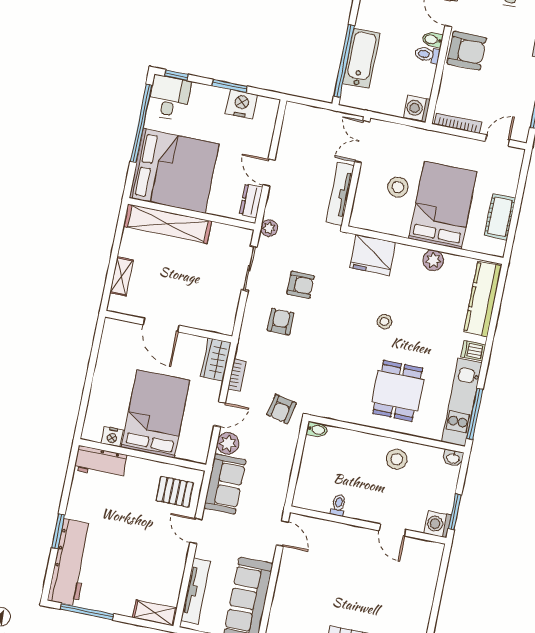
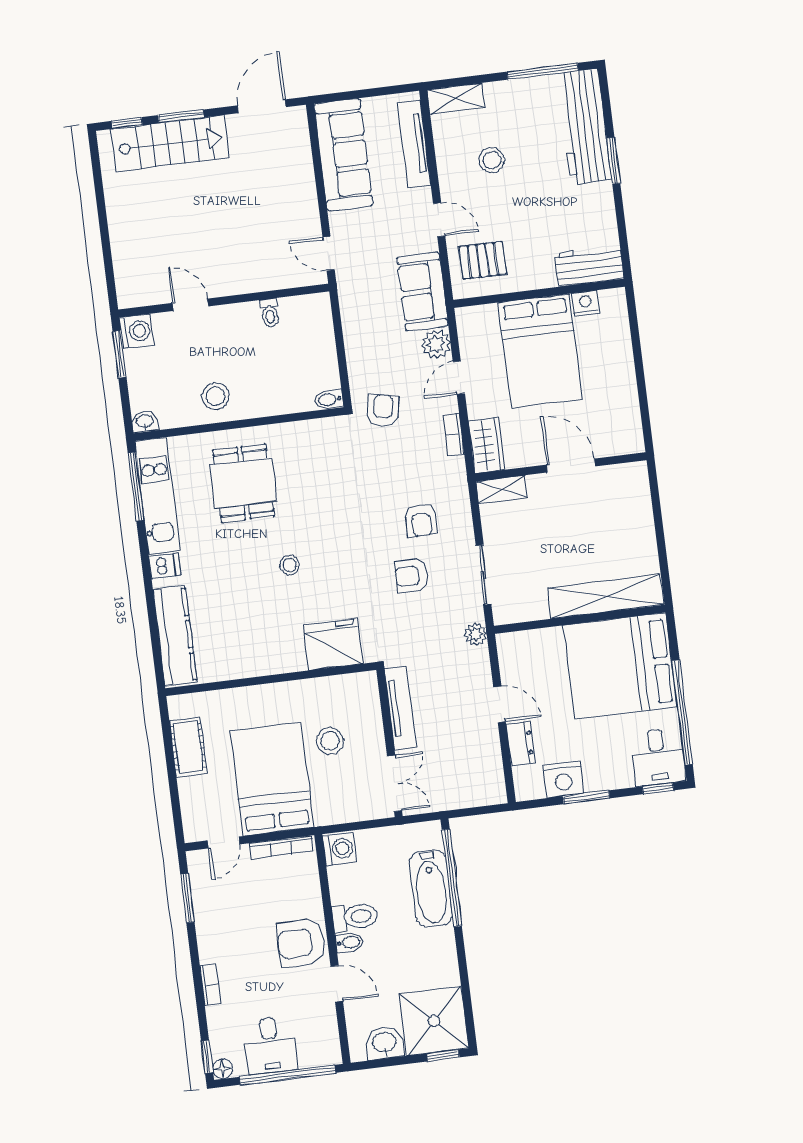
toilet: (427, 55) -> (355, 917), width x1.37, depth x1.39
dresser: (251, 201) -> (520, 744), moved
bed: (443, 205) -> (272, 779), moved, turned 180
plant: (433, 260) -> (254, 663), removed
shelving: (122, 276) -> (502, 489), moved, turned 90
stool: (144, 561) -> (492, 160), added

